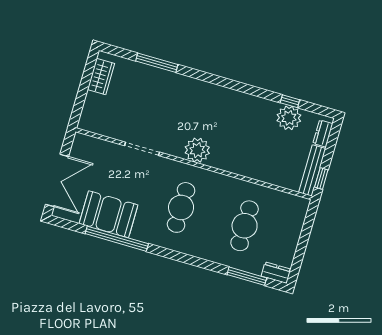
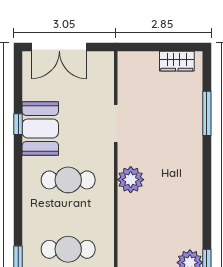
booth: (109, 214) -> (40, 128), moved
window: (117, 239) -> (18, 124), width x0.32

